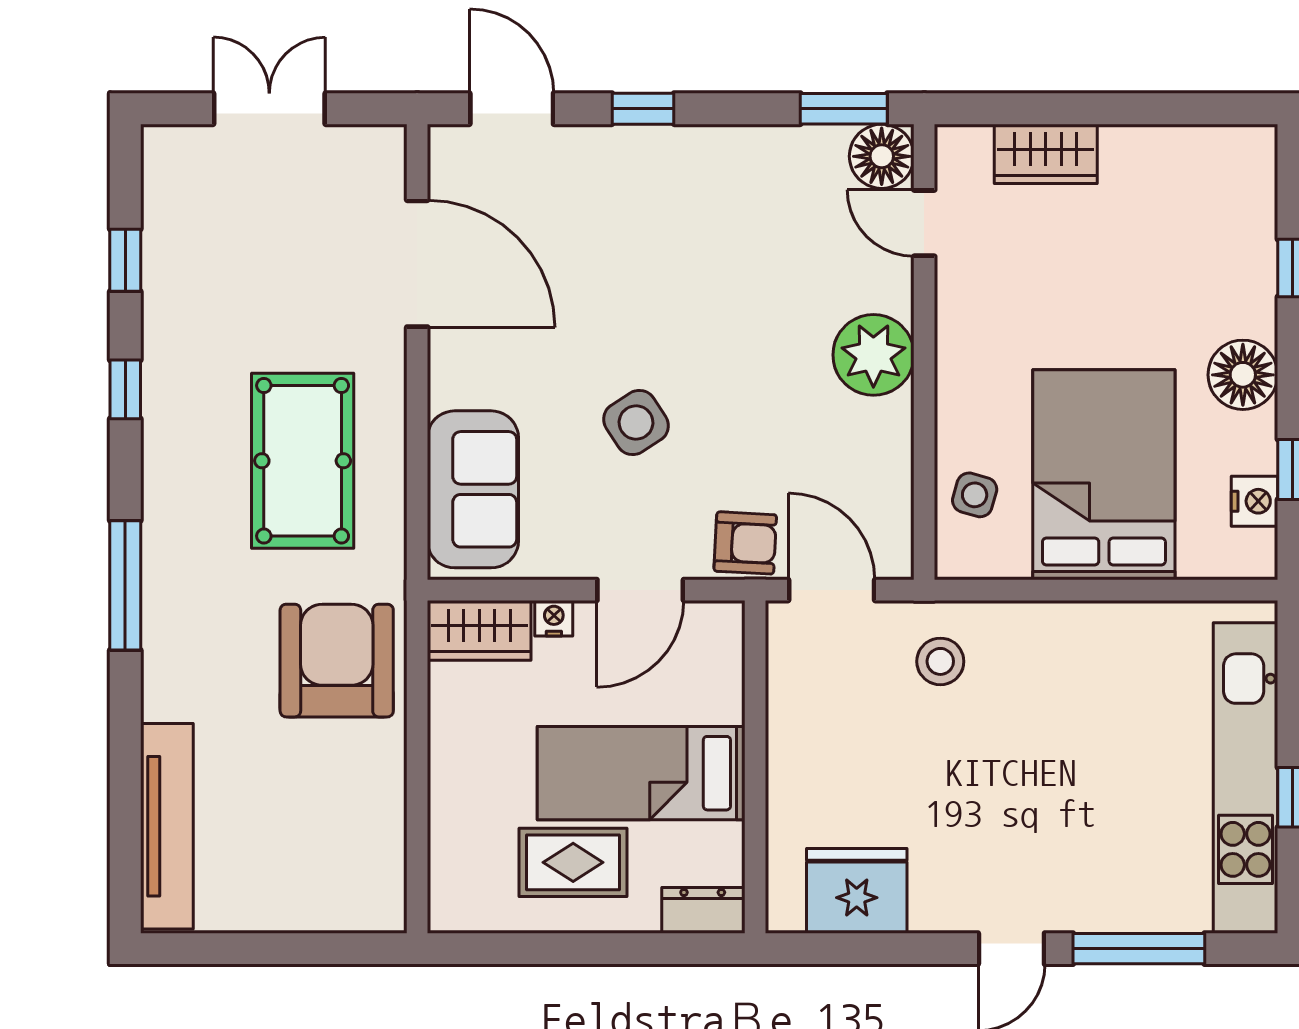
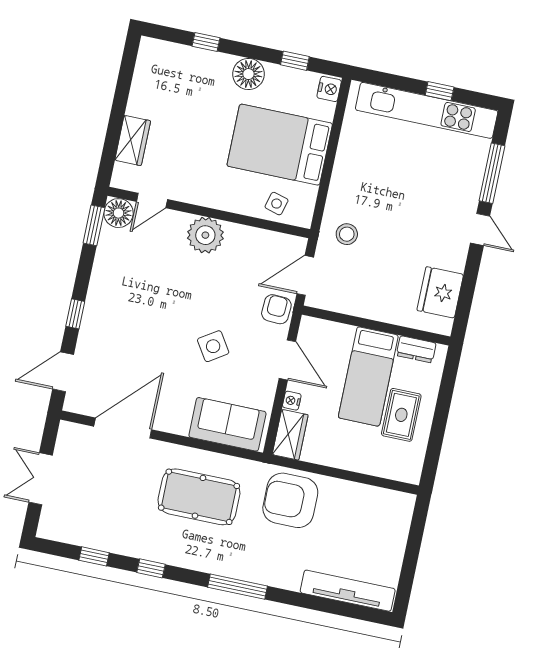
nightstand: (1255, 501) -> (329, 89), moved, turned 90
dresser: (703, 910) -> (416, 349), moved, turned -90

